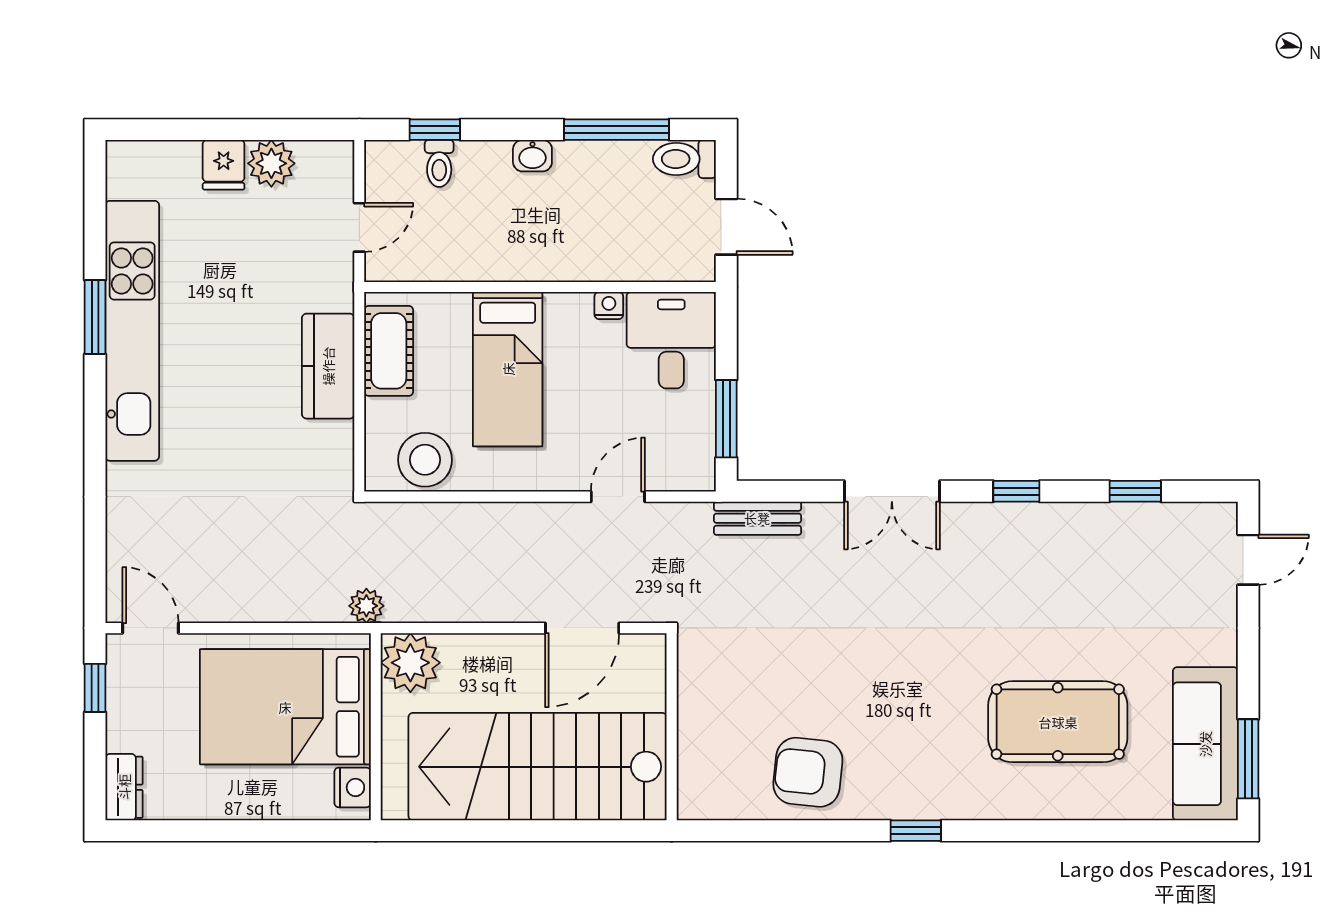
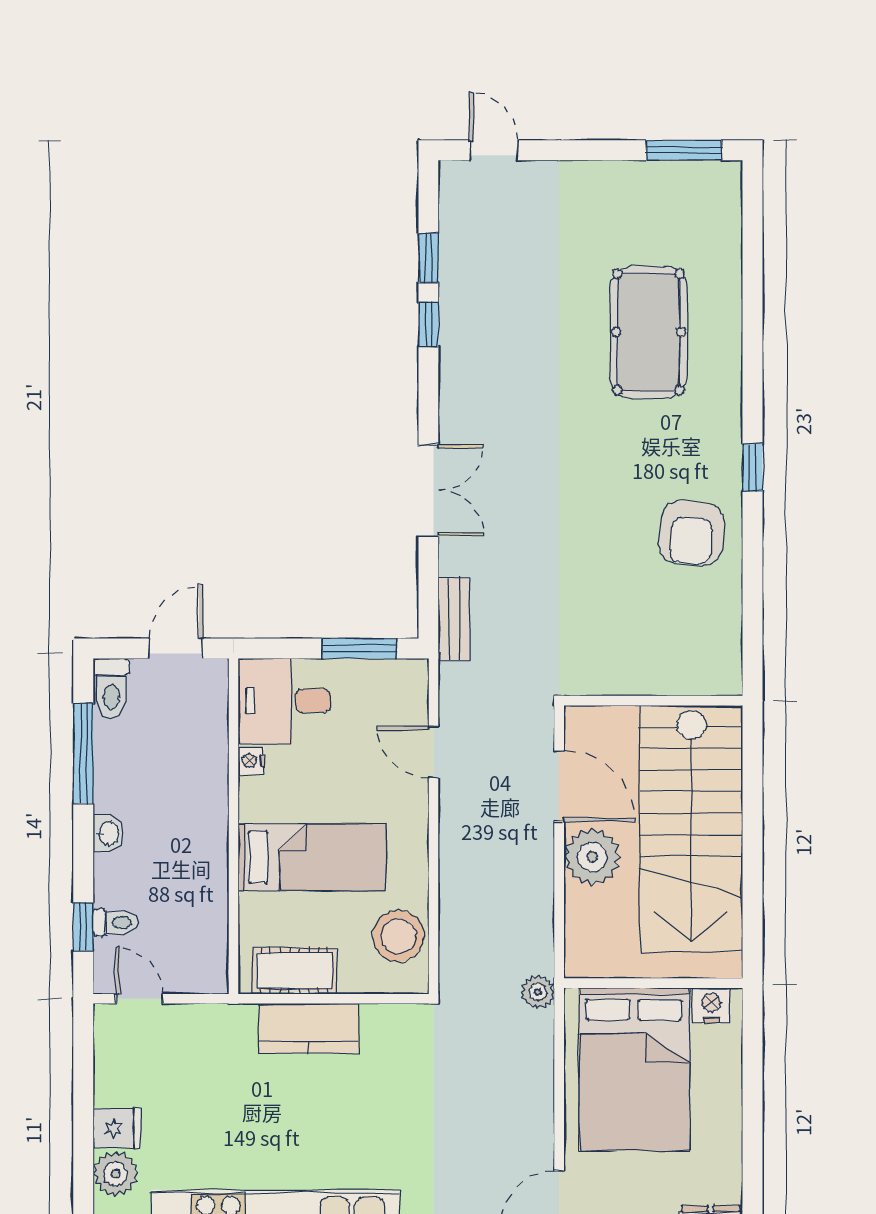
plant: (271, 163) -> (116, 1174), moved
door: (359, 227) -> (139, 999), moved
window: (1016, 491) -> (428, 324), moved
plant: (410, 663) -> (592, 857), moved
sofa: (1205, 744) -> (669, 191), removed
armchair: (808, 772) -> (692, 533), moved

